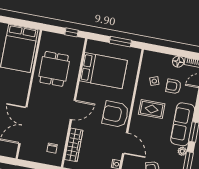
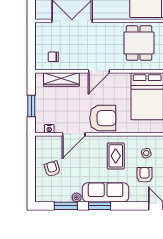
dining table: (54, 69) -> (139, 43), turned 90
door: (73, 110) -> (99, 71), hinge flipped
armchair: (115, 114) -> (103, 118), turned 89

